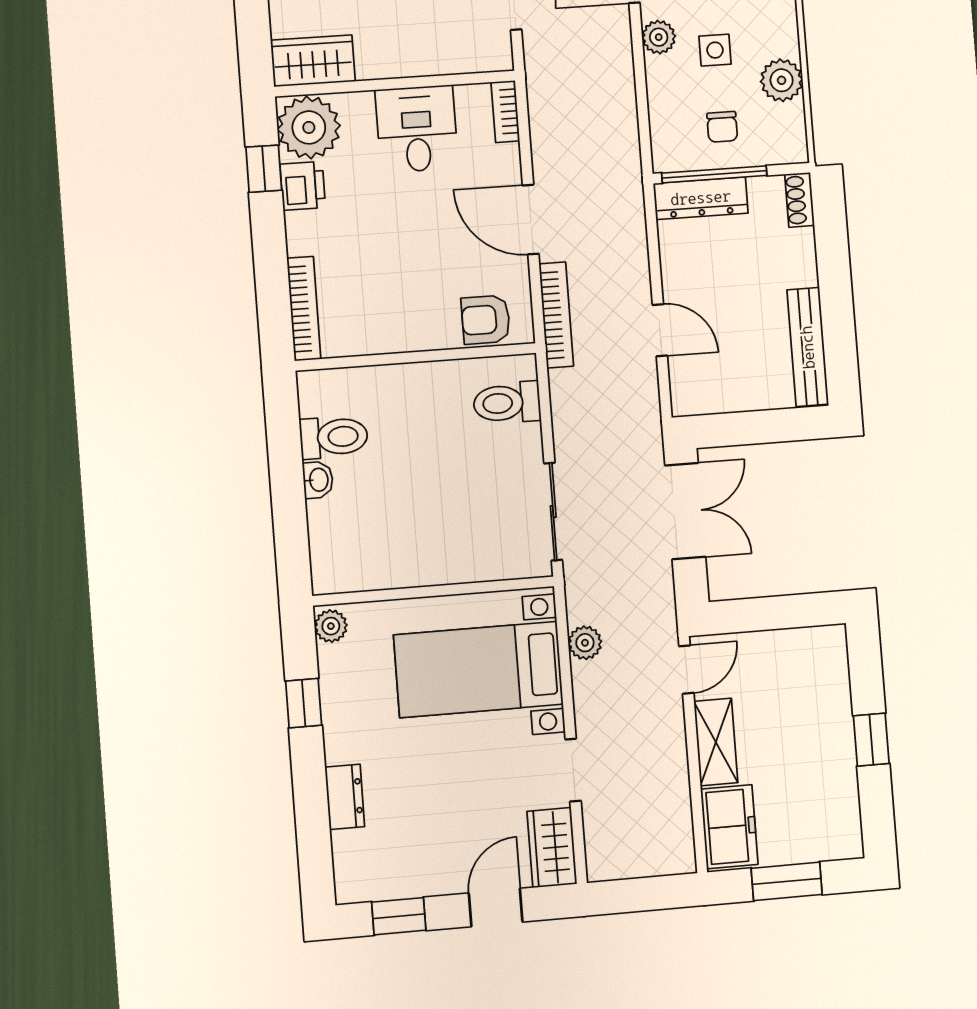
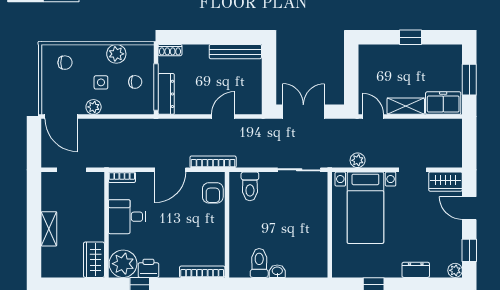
plant: (331, 626) -> (455, 270), moved

